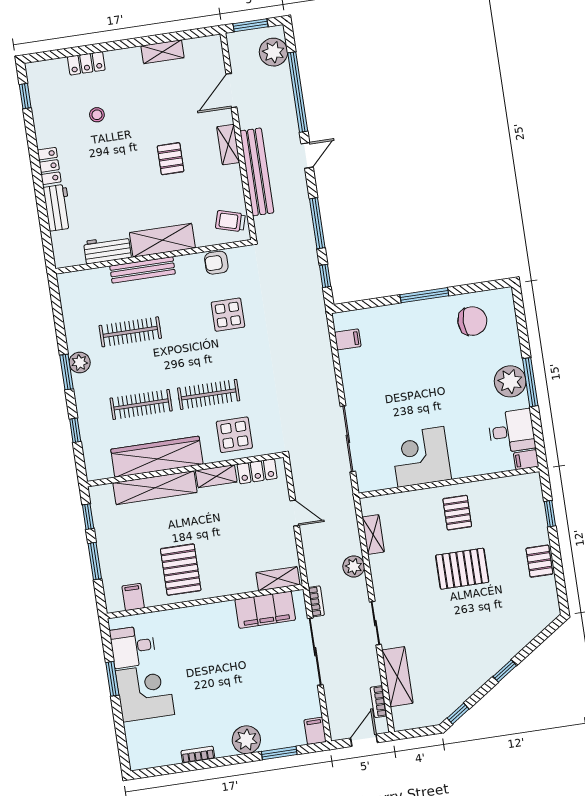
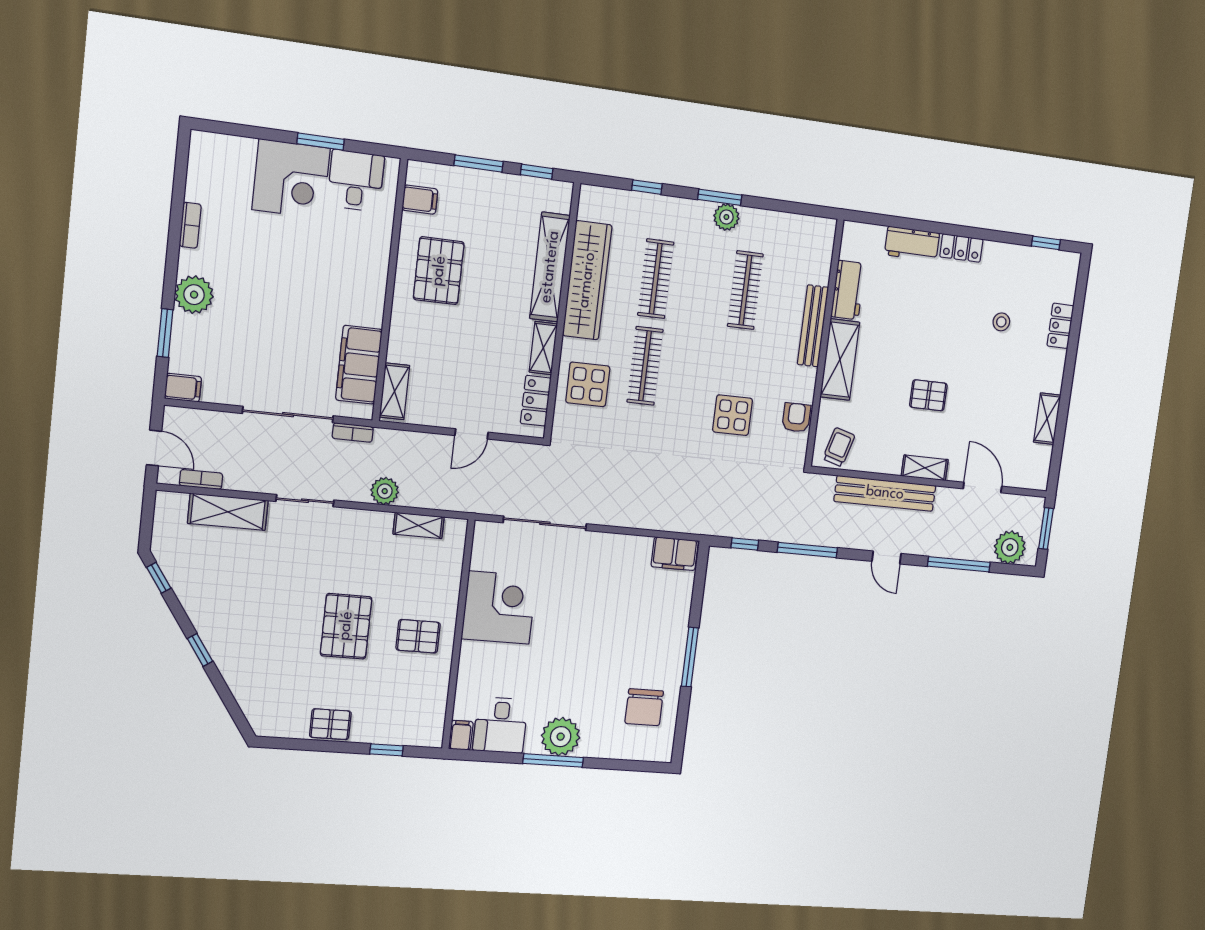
window: (298, 92) -> (959, 564), width x0.68
filing cabinet: (348, 339) -> (675, 554), width x2.00
pallet: (181, 570) -> (439, 271), turned 90

